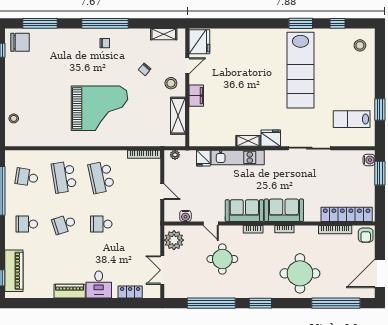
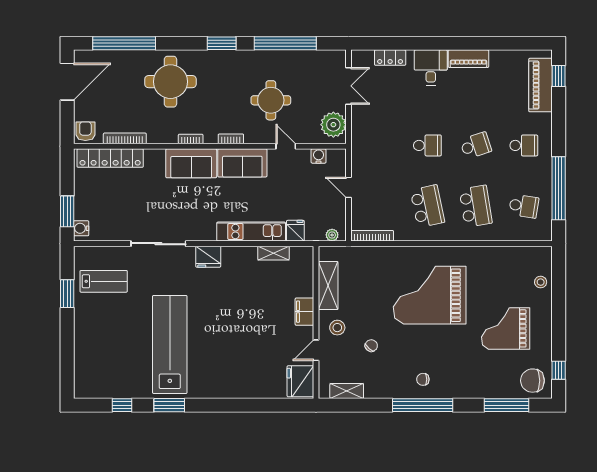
stool: (360, 45) -> (93, 377), removed
grand piano: (41, 83) -> (506, 328), added
shelving: (248, 141) -> (273, 253), moved

